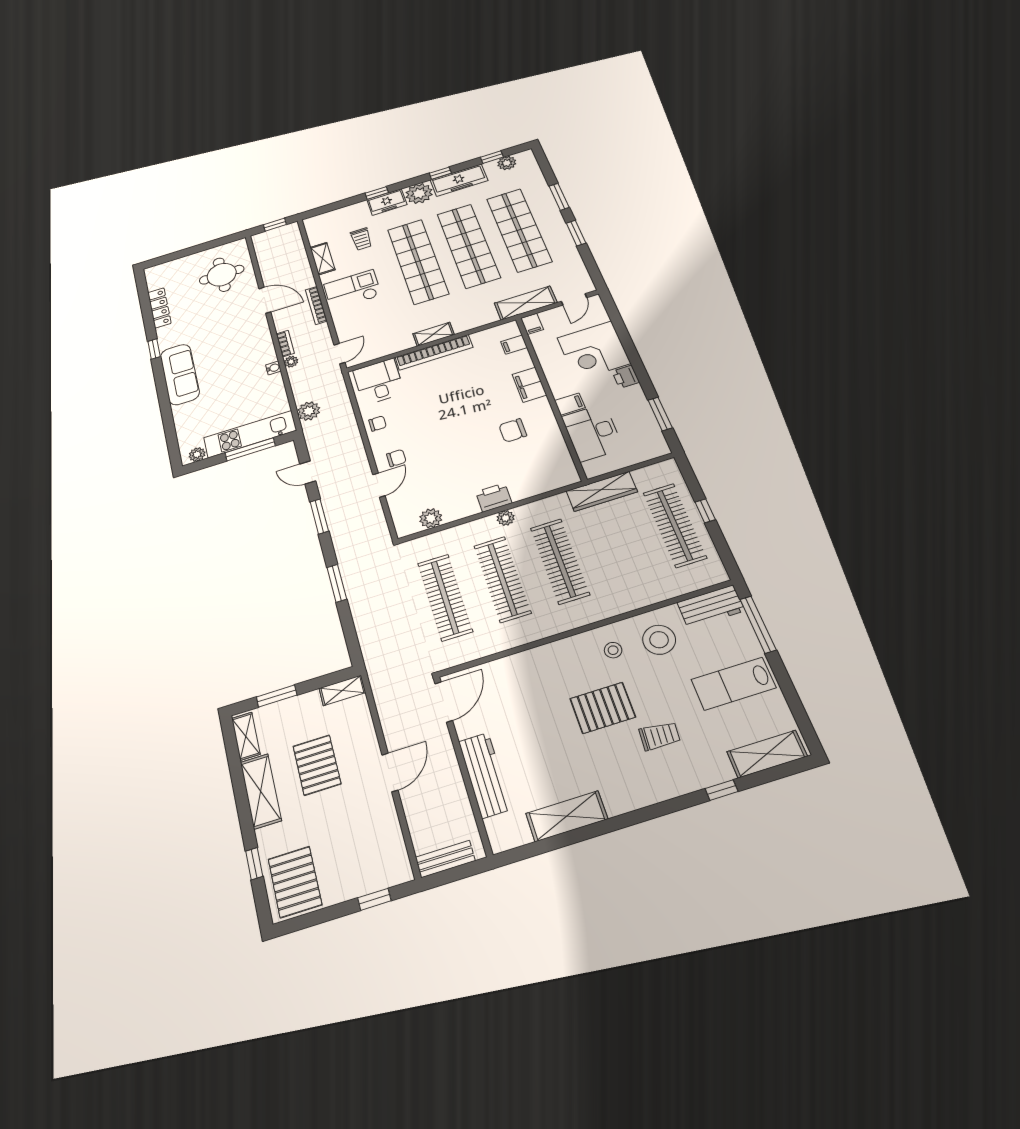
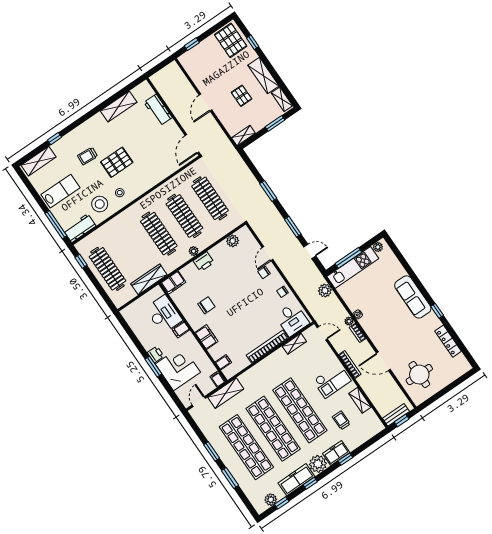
shelving: (434, 334) -> (294, 344), moved
door: (340, 354) -> (322, 333), swing flipped
window: (660, 414) -> (153, 367), moved
filing cabinet: (559, 477) -> (173, 283), added
window: (705, 511) -> (81, 261), moved
pallet: (317, 765) -> (242, 96), width x0.67, depth x0.71
workbench: (485, 775) -> (158, 110), width x0.73
bench: (445, 859) -> (396, 415), moved

